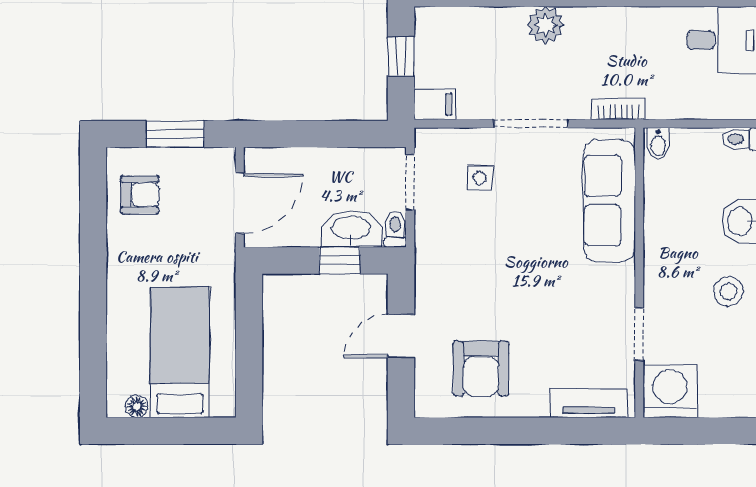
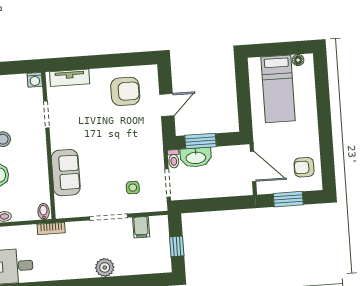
filing cabinet: (434, 104) -> (141, 227), moved, turned -90
bookcase: (619, 109) -> (51, 229), moved
sofa: (609, 201) -> (66, 173), width x0.73
door: (240, 203) -> (253, 166), swing flipped
window: (340, 260) -> (201, 141), width x1.50
armchair: (481, 369) -> (125, 91), turned 90
washing machine: (670, 391) -> (35, 80), width x0.53, depth x0.53

